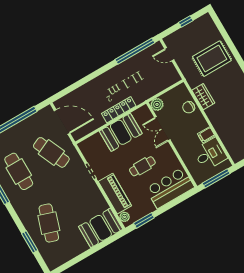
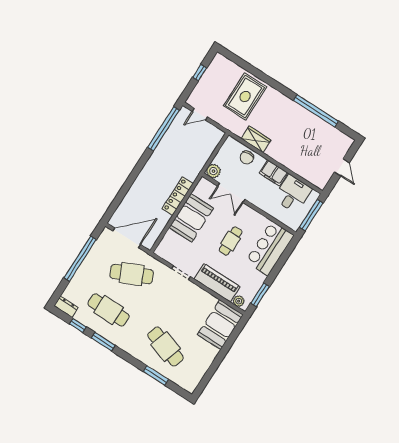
filing cabinet: (206, 135) -> (274, 173), width x2.00

